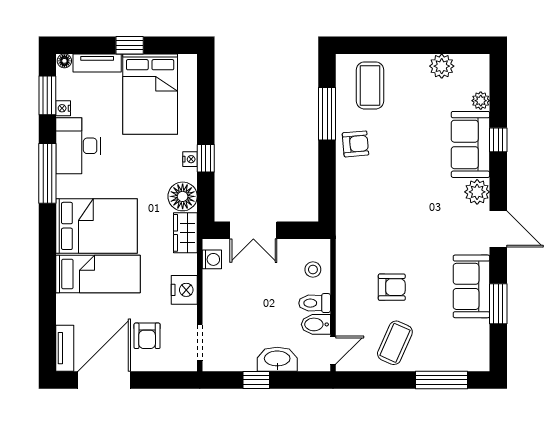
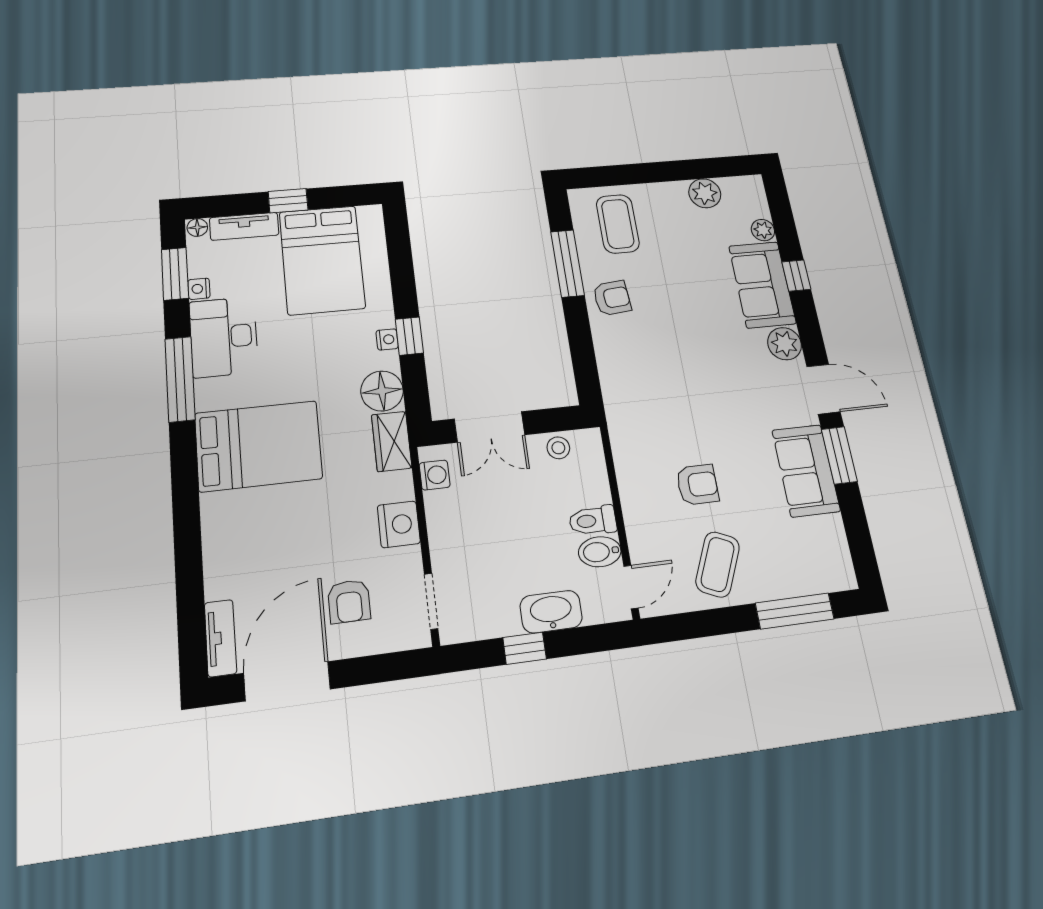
stool: (313, 270) -> (558, 448), moved
bed: (98, 274) -> (266, 516), removed
window: (498, 304) -> (839, 455), moved

